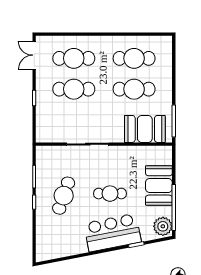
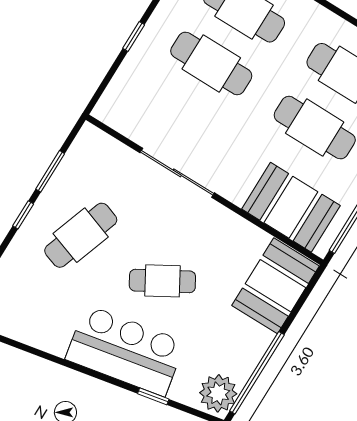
booth: (159, 185) -> (276, 286), moved
cafe table: (110, 194) -> (162, 281), turned -30

